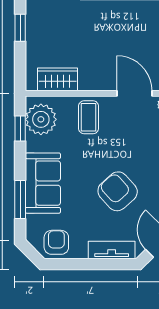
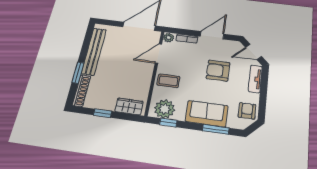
wardrobe: (58, 79) -> (129, 106), moved, turned 90
armchair: (118, 191) -> (218, 71), turned 42
armchair: (56, 242) -> (247, 111), turned 90

